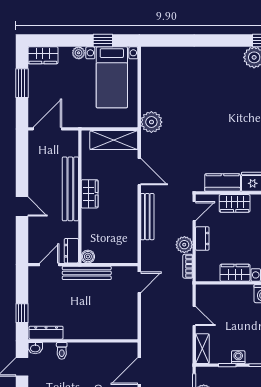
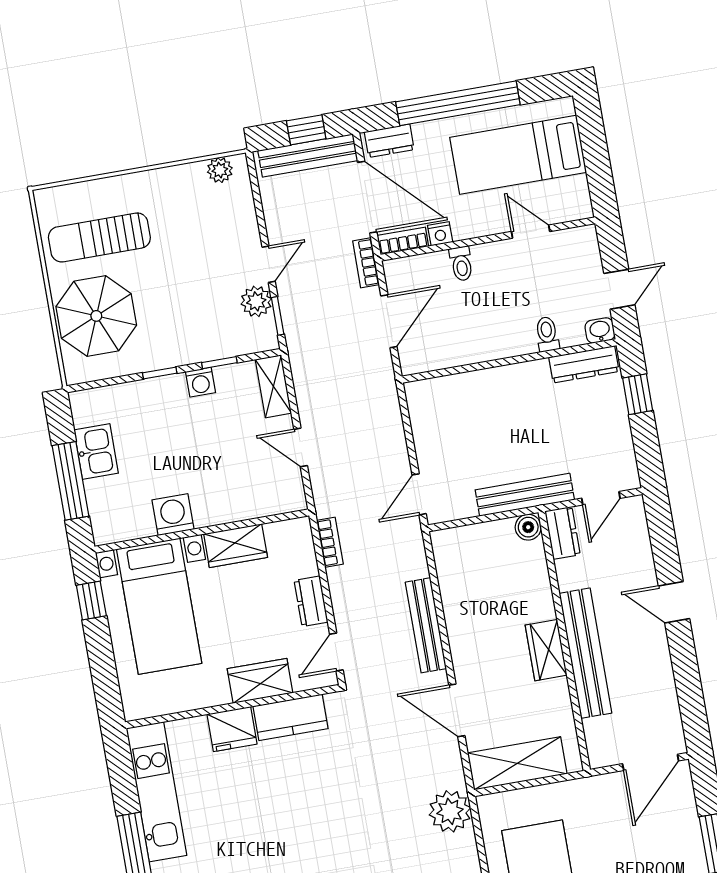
plant: (184, 245) -> (344, 583), removed

